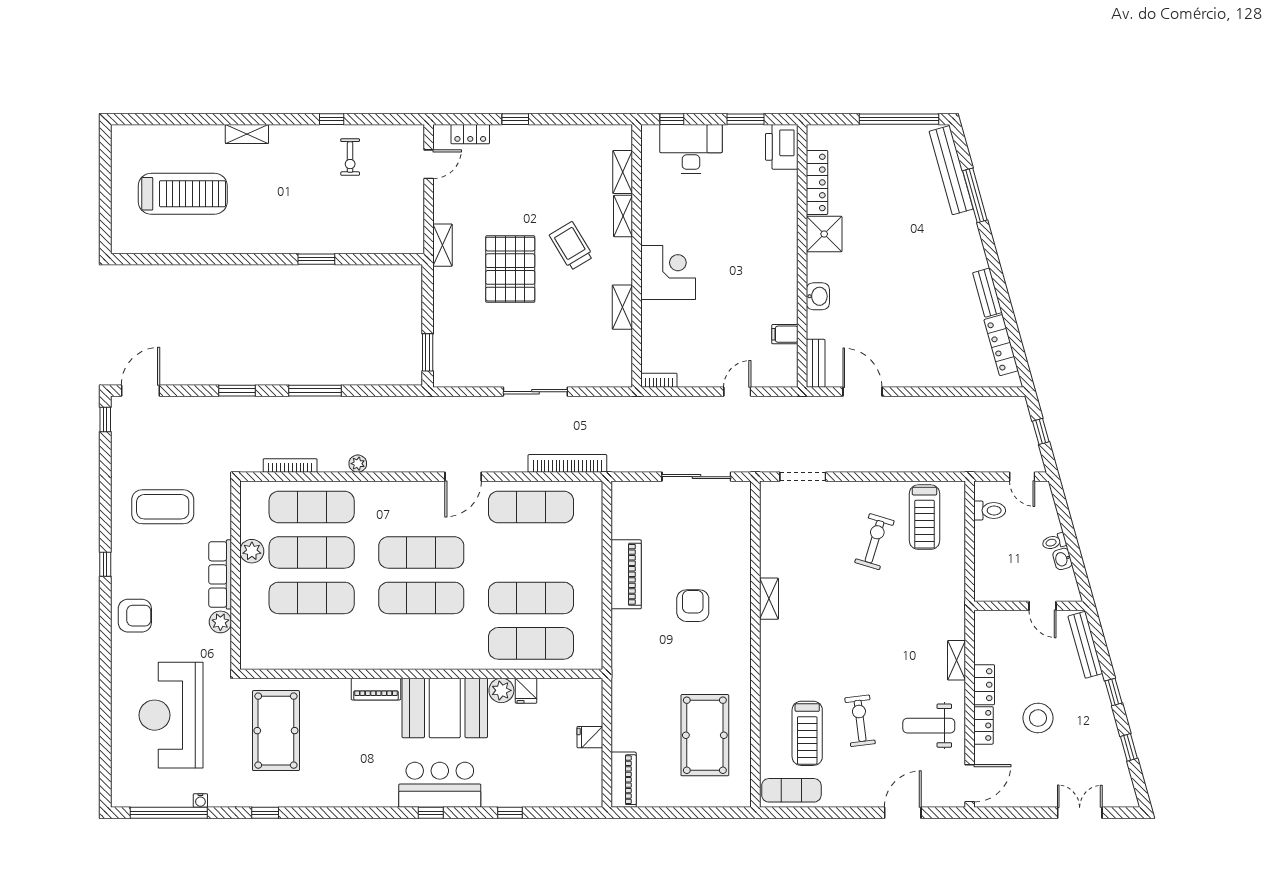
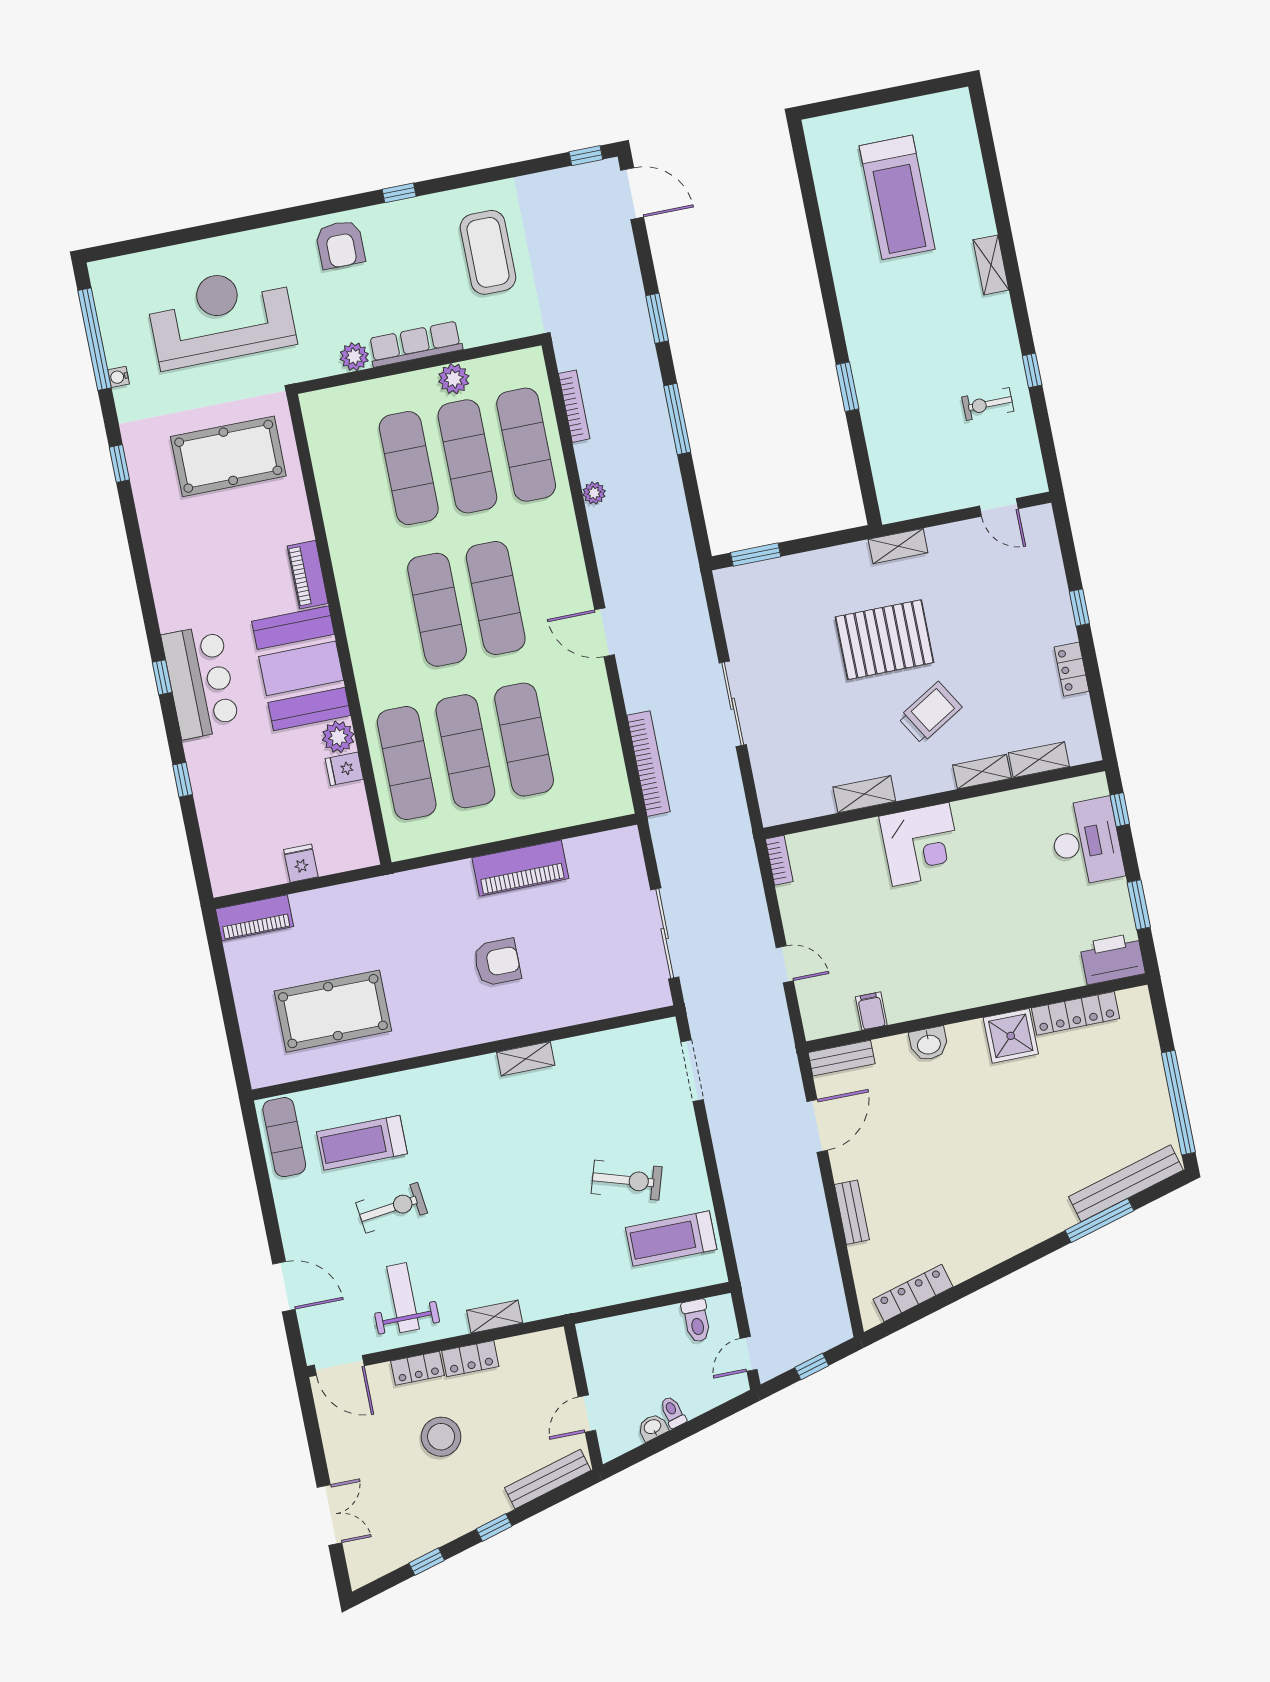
locker: (470, 134) -> (1072, 669), moved
bench: (987, 293) -> (852, 1212), moved, turned -74
exercise mat: (531, 507) -> (524, 740), moved

